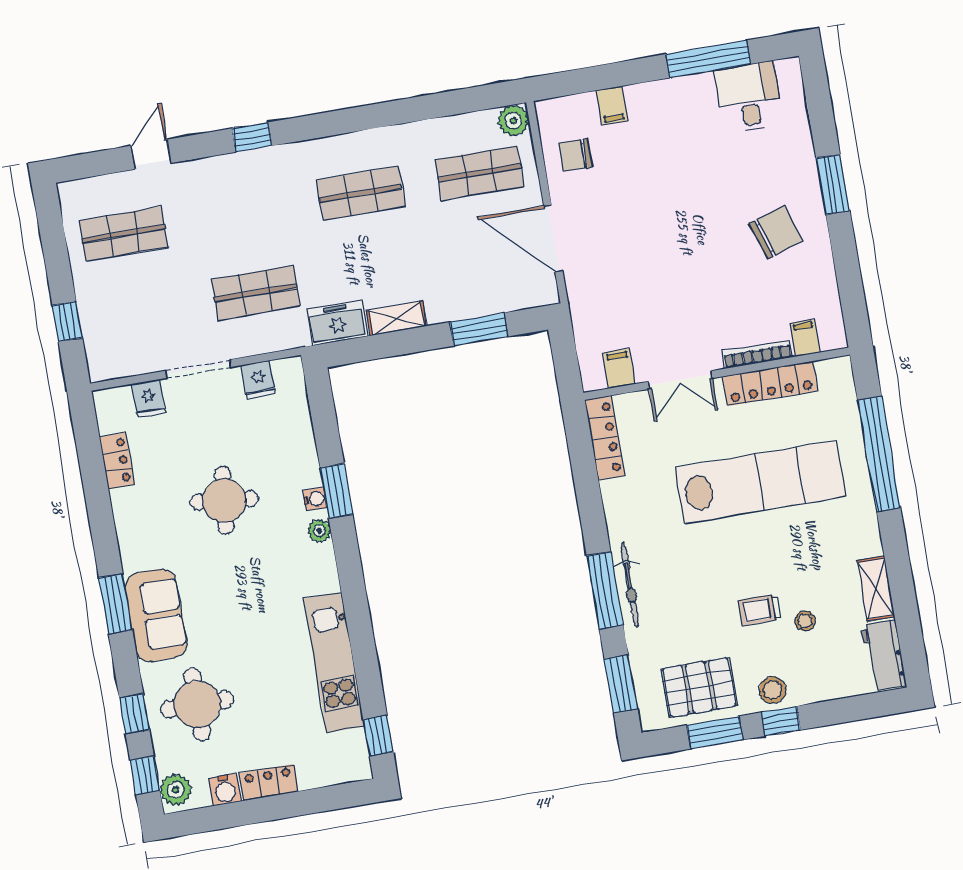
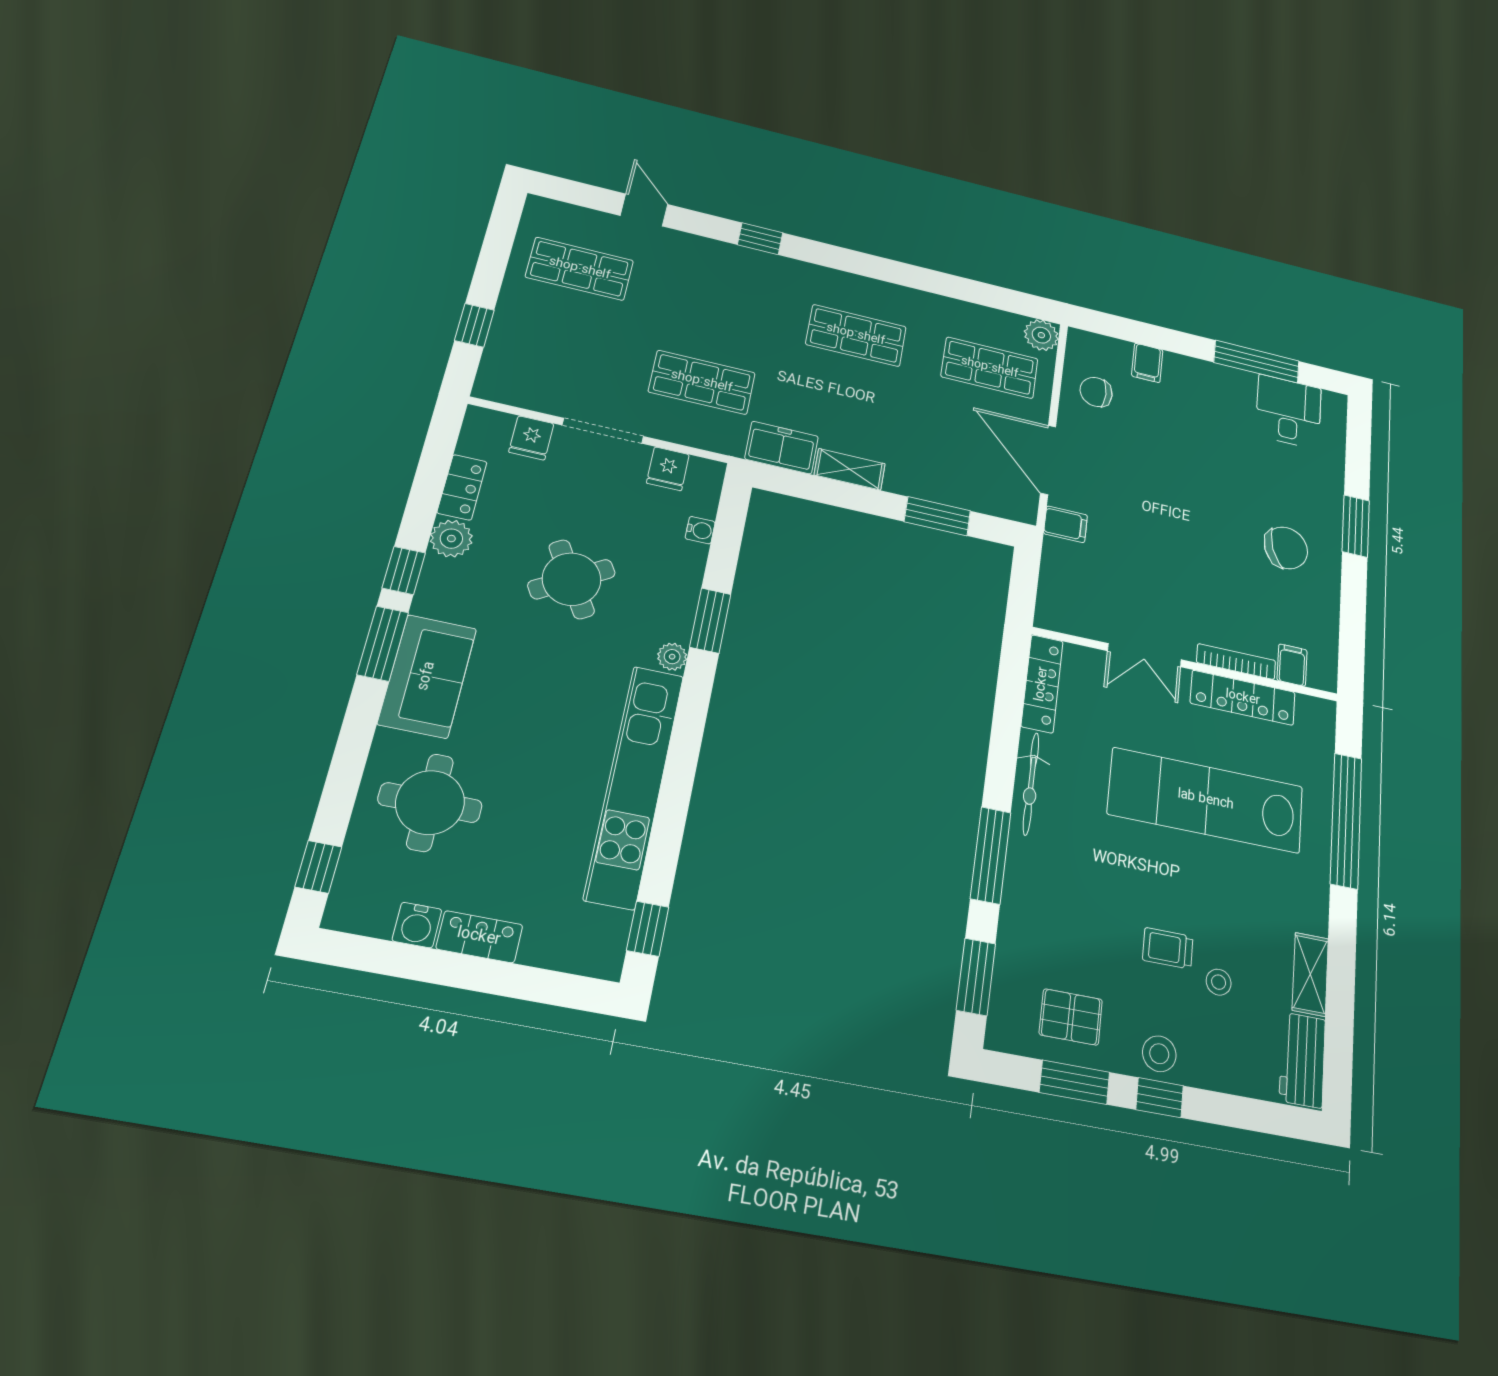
door: (151, 154) -> (644, 210), hinge flipped
filing cabinet: (619, 368) -> (1066, 524), moved, turned 90
lab bench: (761, 482) -> (1206, 800), turned 180
water cooler: (315, 499) -> (700, 530), moved
round table: (224, 500) -> (572, 579), turned -37
bicycle: (630, 585) -> (1031, 784), moved
kitchen unit: (334, 662) -> (634, 785), width x1.36
pallet: (699, 687) -> (1071, 1017), width x0.67, depth x0.71
window: (134, 714) -> (404, 570), moved
plant: (176, 790) -> (451, 539), moved

